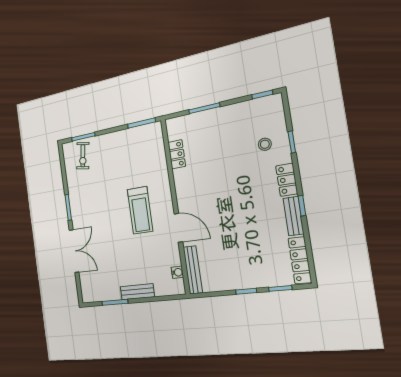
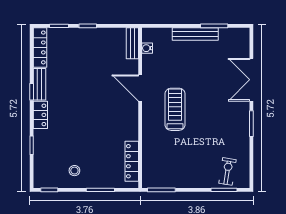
stool: (265, 144) -> (74, 171), moved
locker: (177, 154) -> (132, 161), width x1.53
bench: (193, 270) -> (132, 43), width x0.73
bench: (137, 292) -> (195, 34), width x1.36

